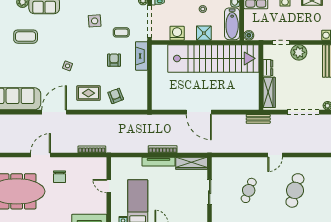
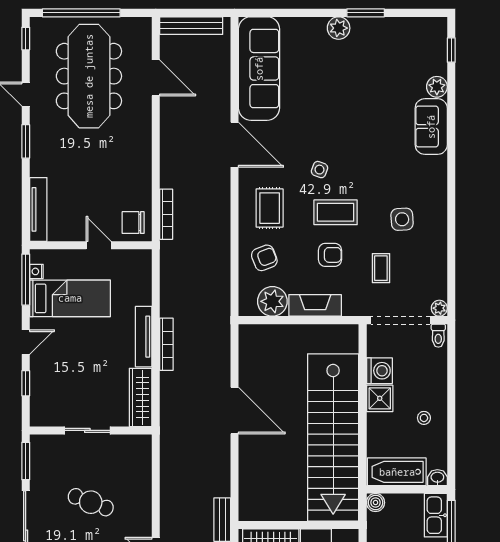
shower: (204, 33) -> (380, 398), moved
coffee table: (26, 37) -> (336, 212), moved, turned 90
fireplace: (142, 56) -> (315, 305), moved
plant: (139, 92) -> (272, 301), added
door: (199, 112) -> (235, 410), swing flipped
door: (41, 155) -> (156, 78), moved
chair: (60, 177) -> (133, 223), moved
door: (109, 186) -> (99, 245), hinge flipped

